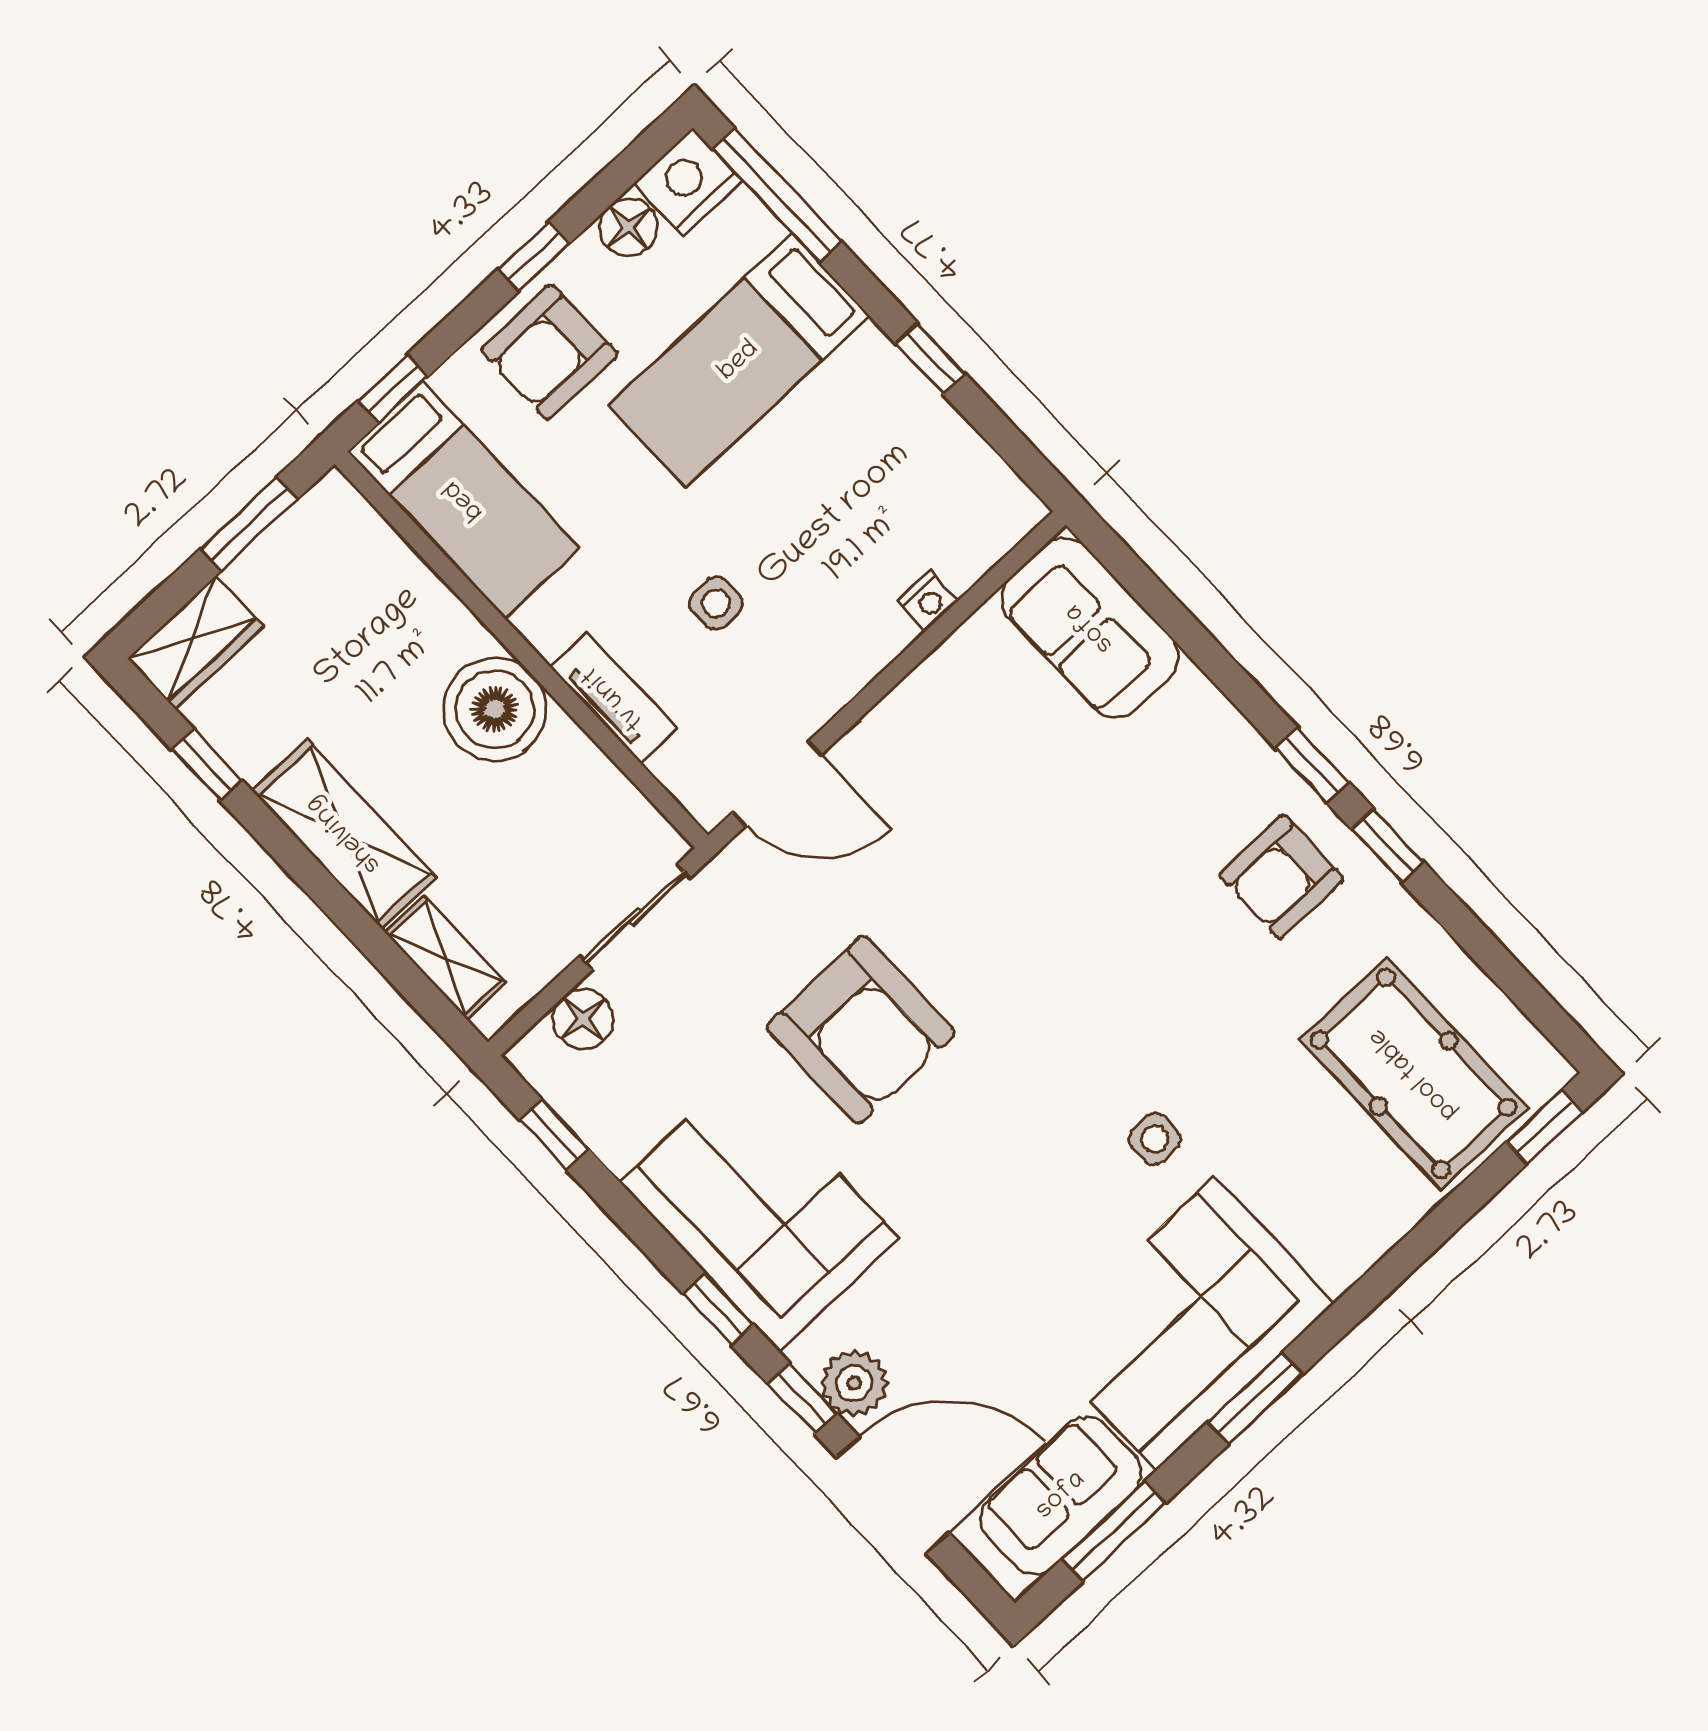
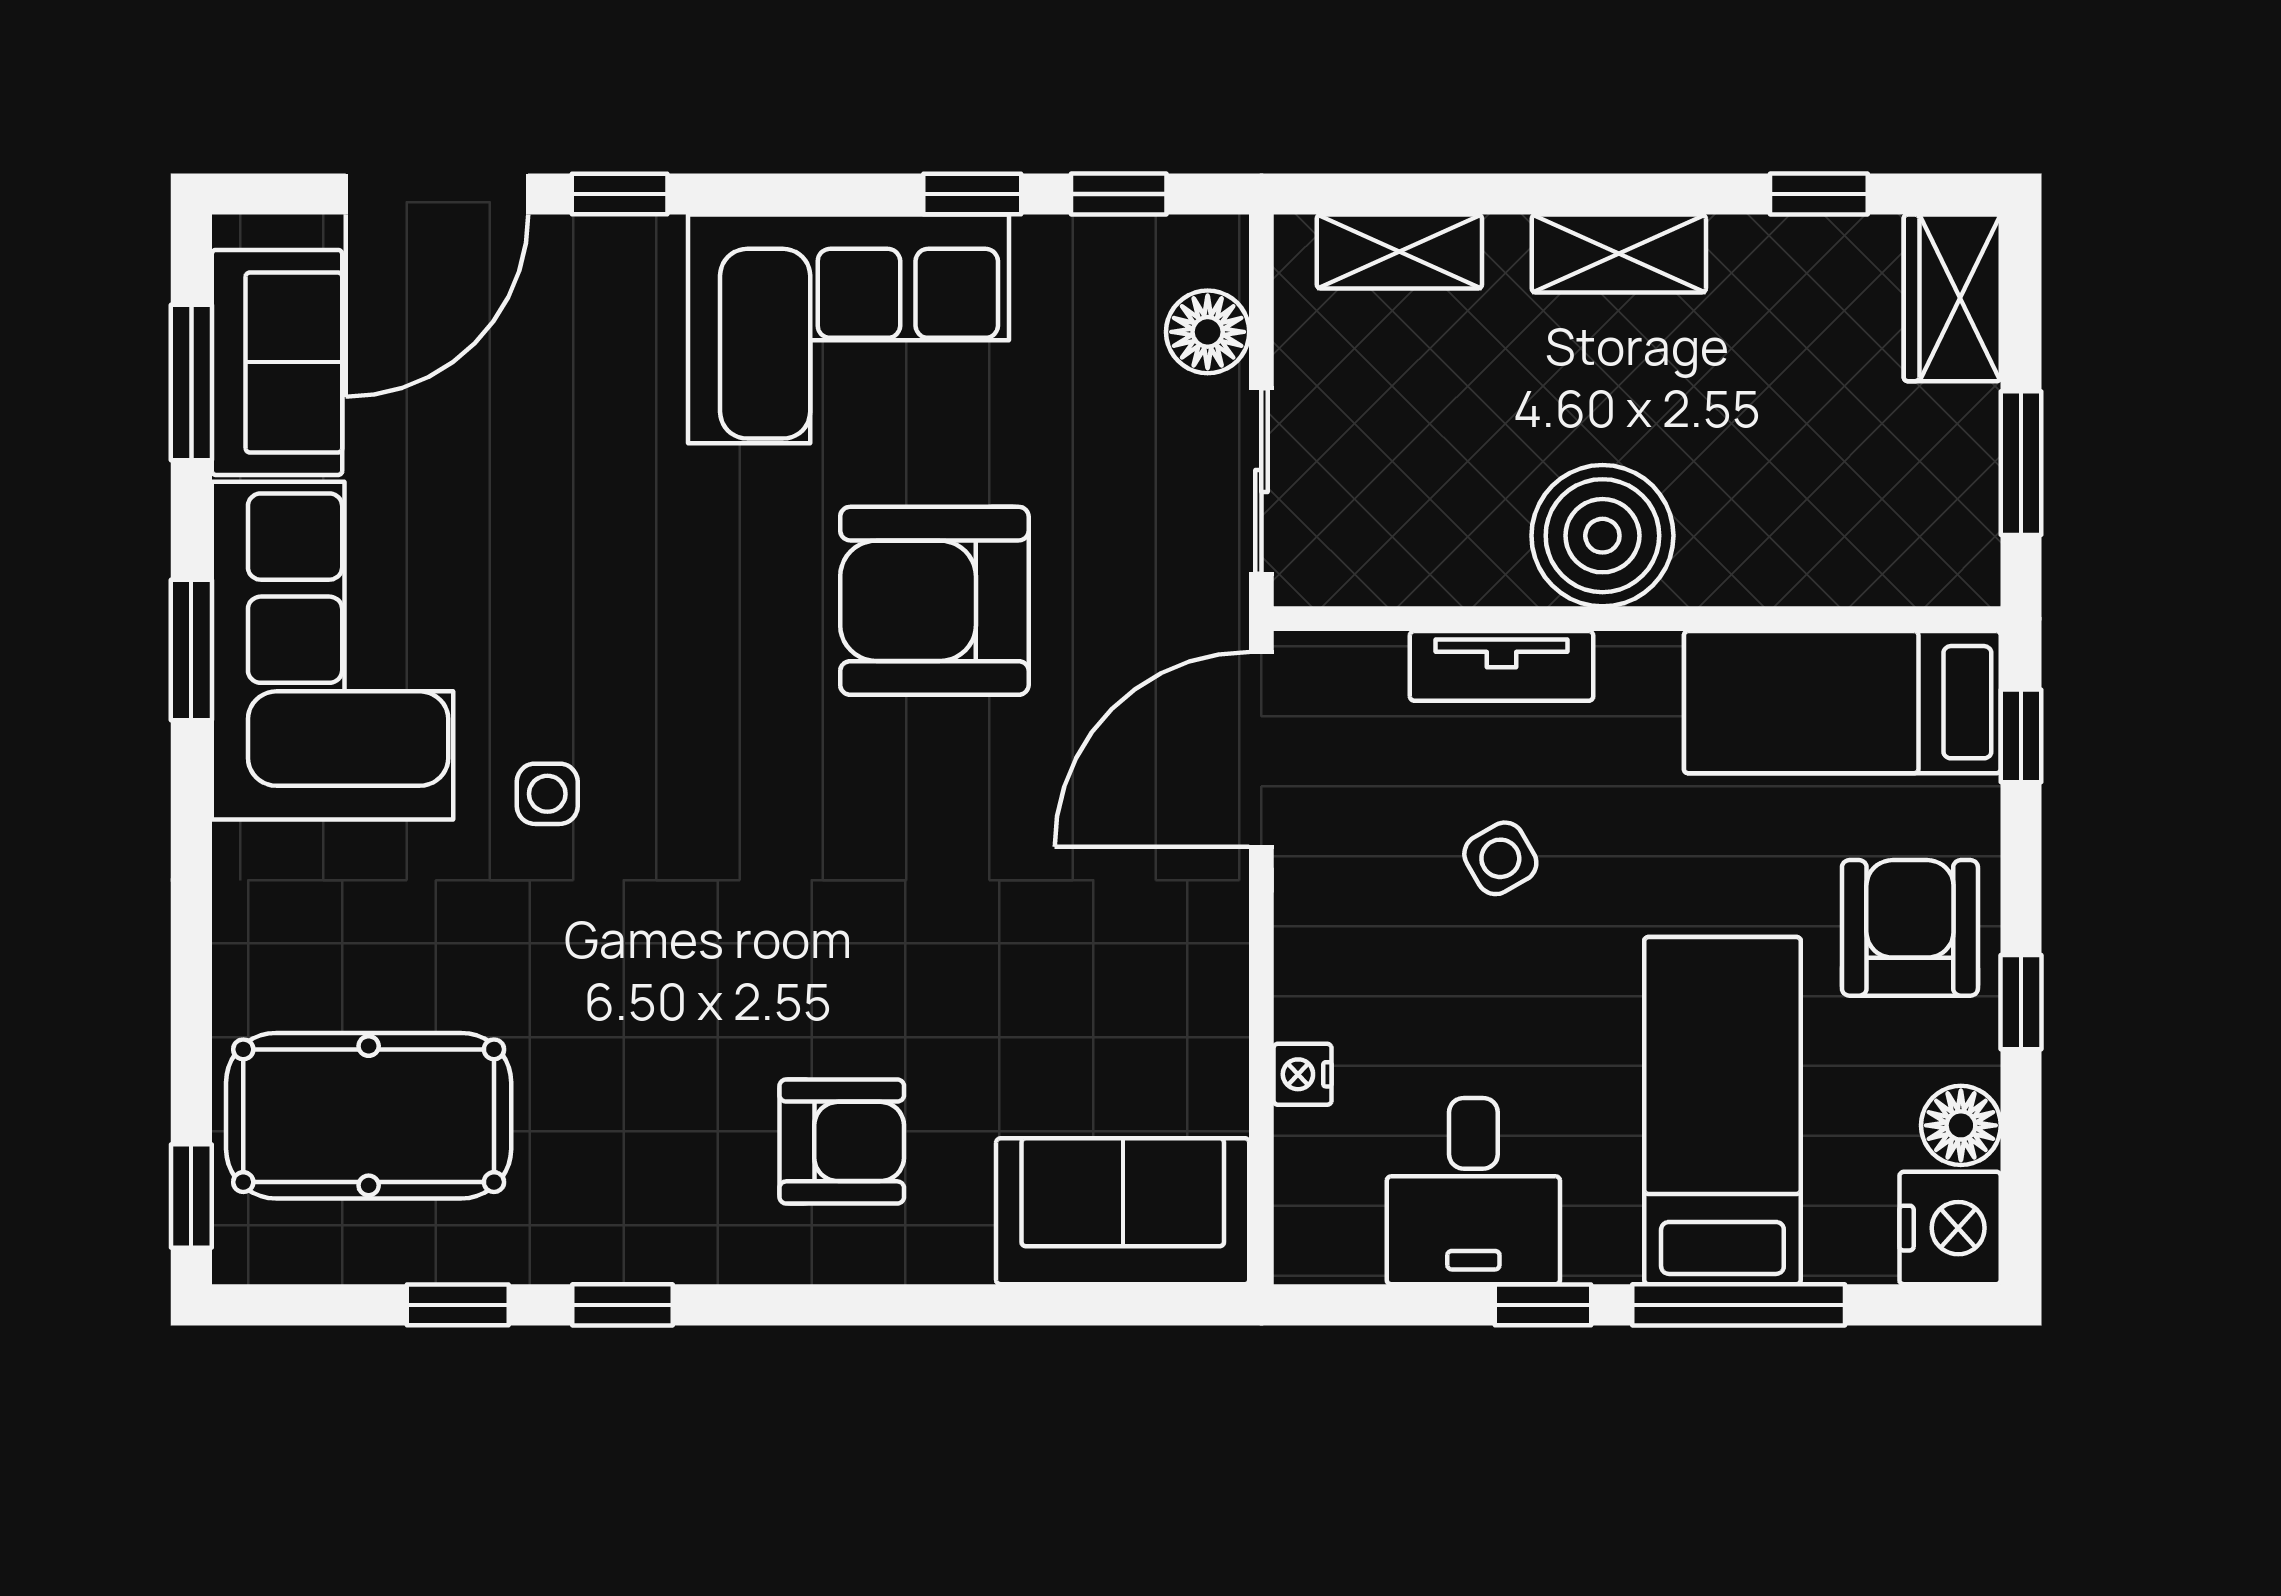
window: (777, 195) -> (1739, 1305), moved
desk: (905, 452) -> (1473, 1191), added
side table: (716, 603) -> (1500, 858), turned -30
window: (1312, 765) -> (458, 1305), moved
door: (777, 783) -> (1261, 749), width x1.36
shelving: (344, 834) -> (1619, 254), width x0.67, depth x0.75
armchair: (1281, 877) -> (842, 1141), moved, turned 90
window: (718, 1309) -> (972, 194), moved
plant: (854, 1383) -> (585, 261), removed

